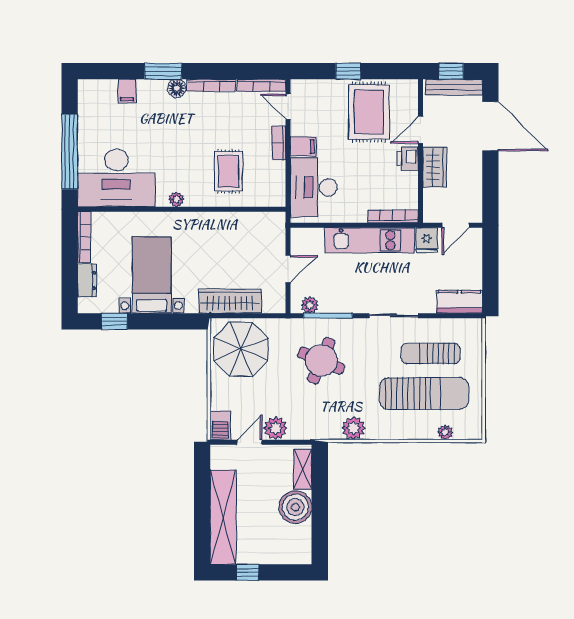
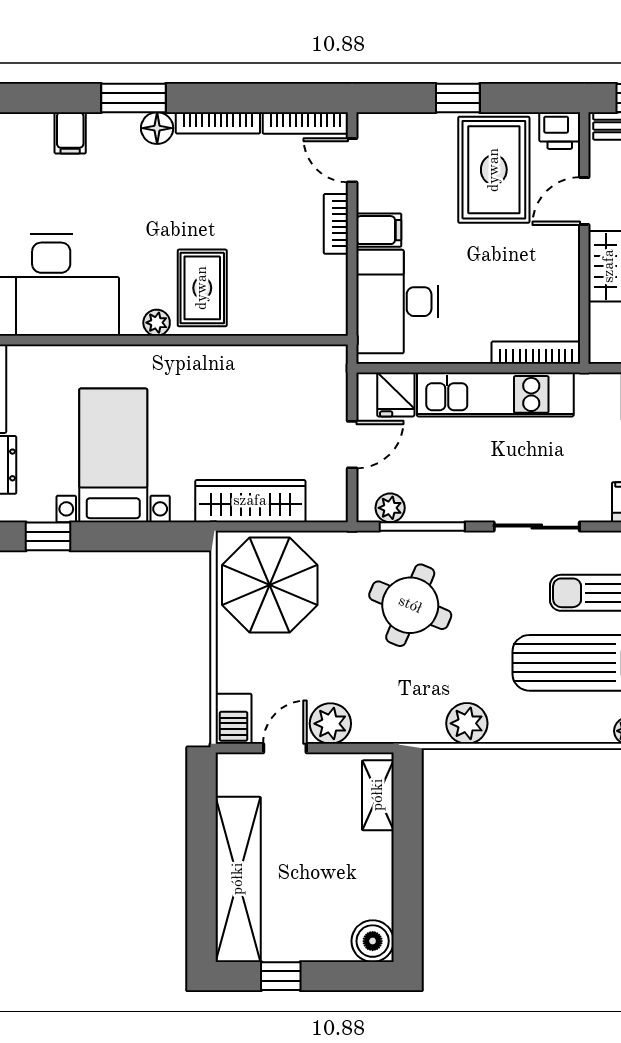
printer: (408, 159) -> (560, 131), moved, turned -90
rug: (229, 171) -> (202, 288), moved
fridge: (427, 240) -> (396, 394), moved
boiler: (295, 507) -> (373, 941), moved, width x0.73, depth x0.73

